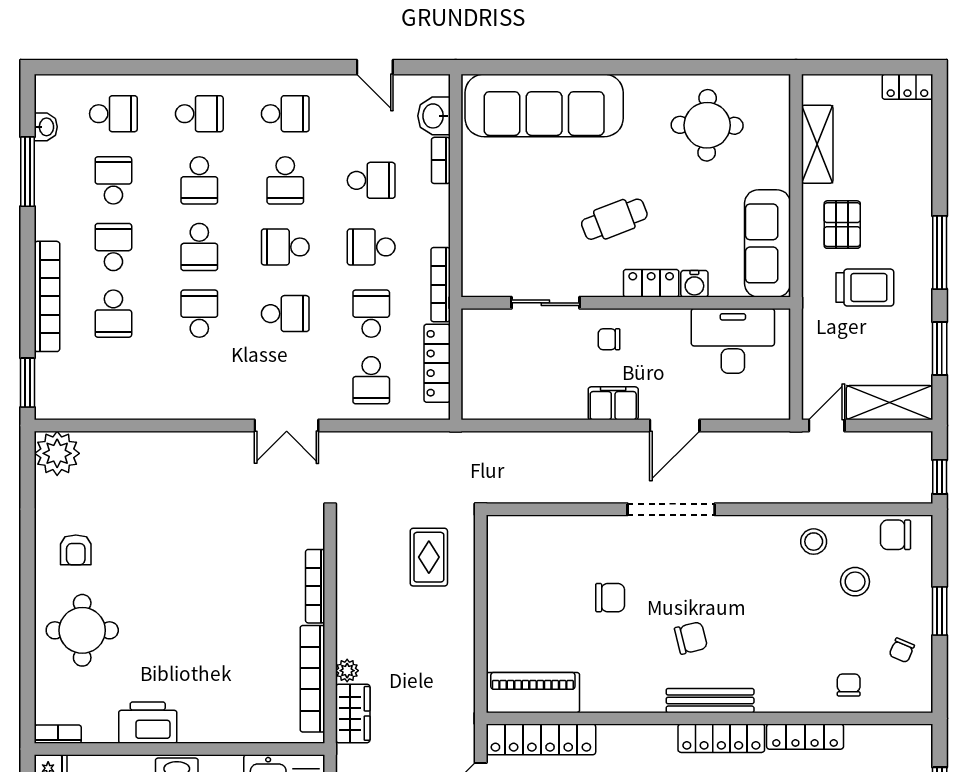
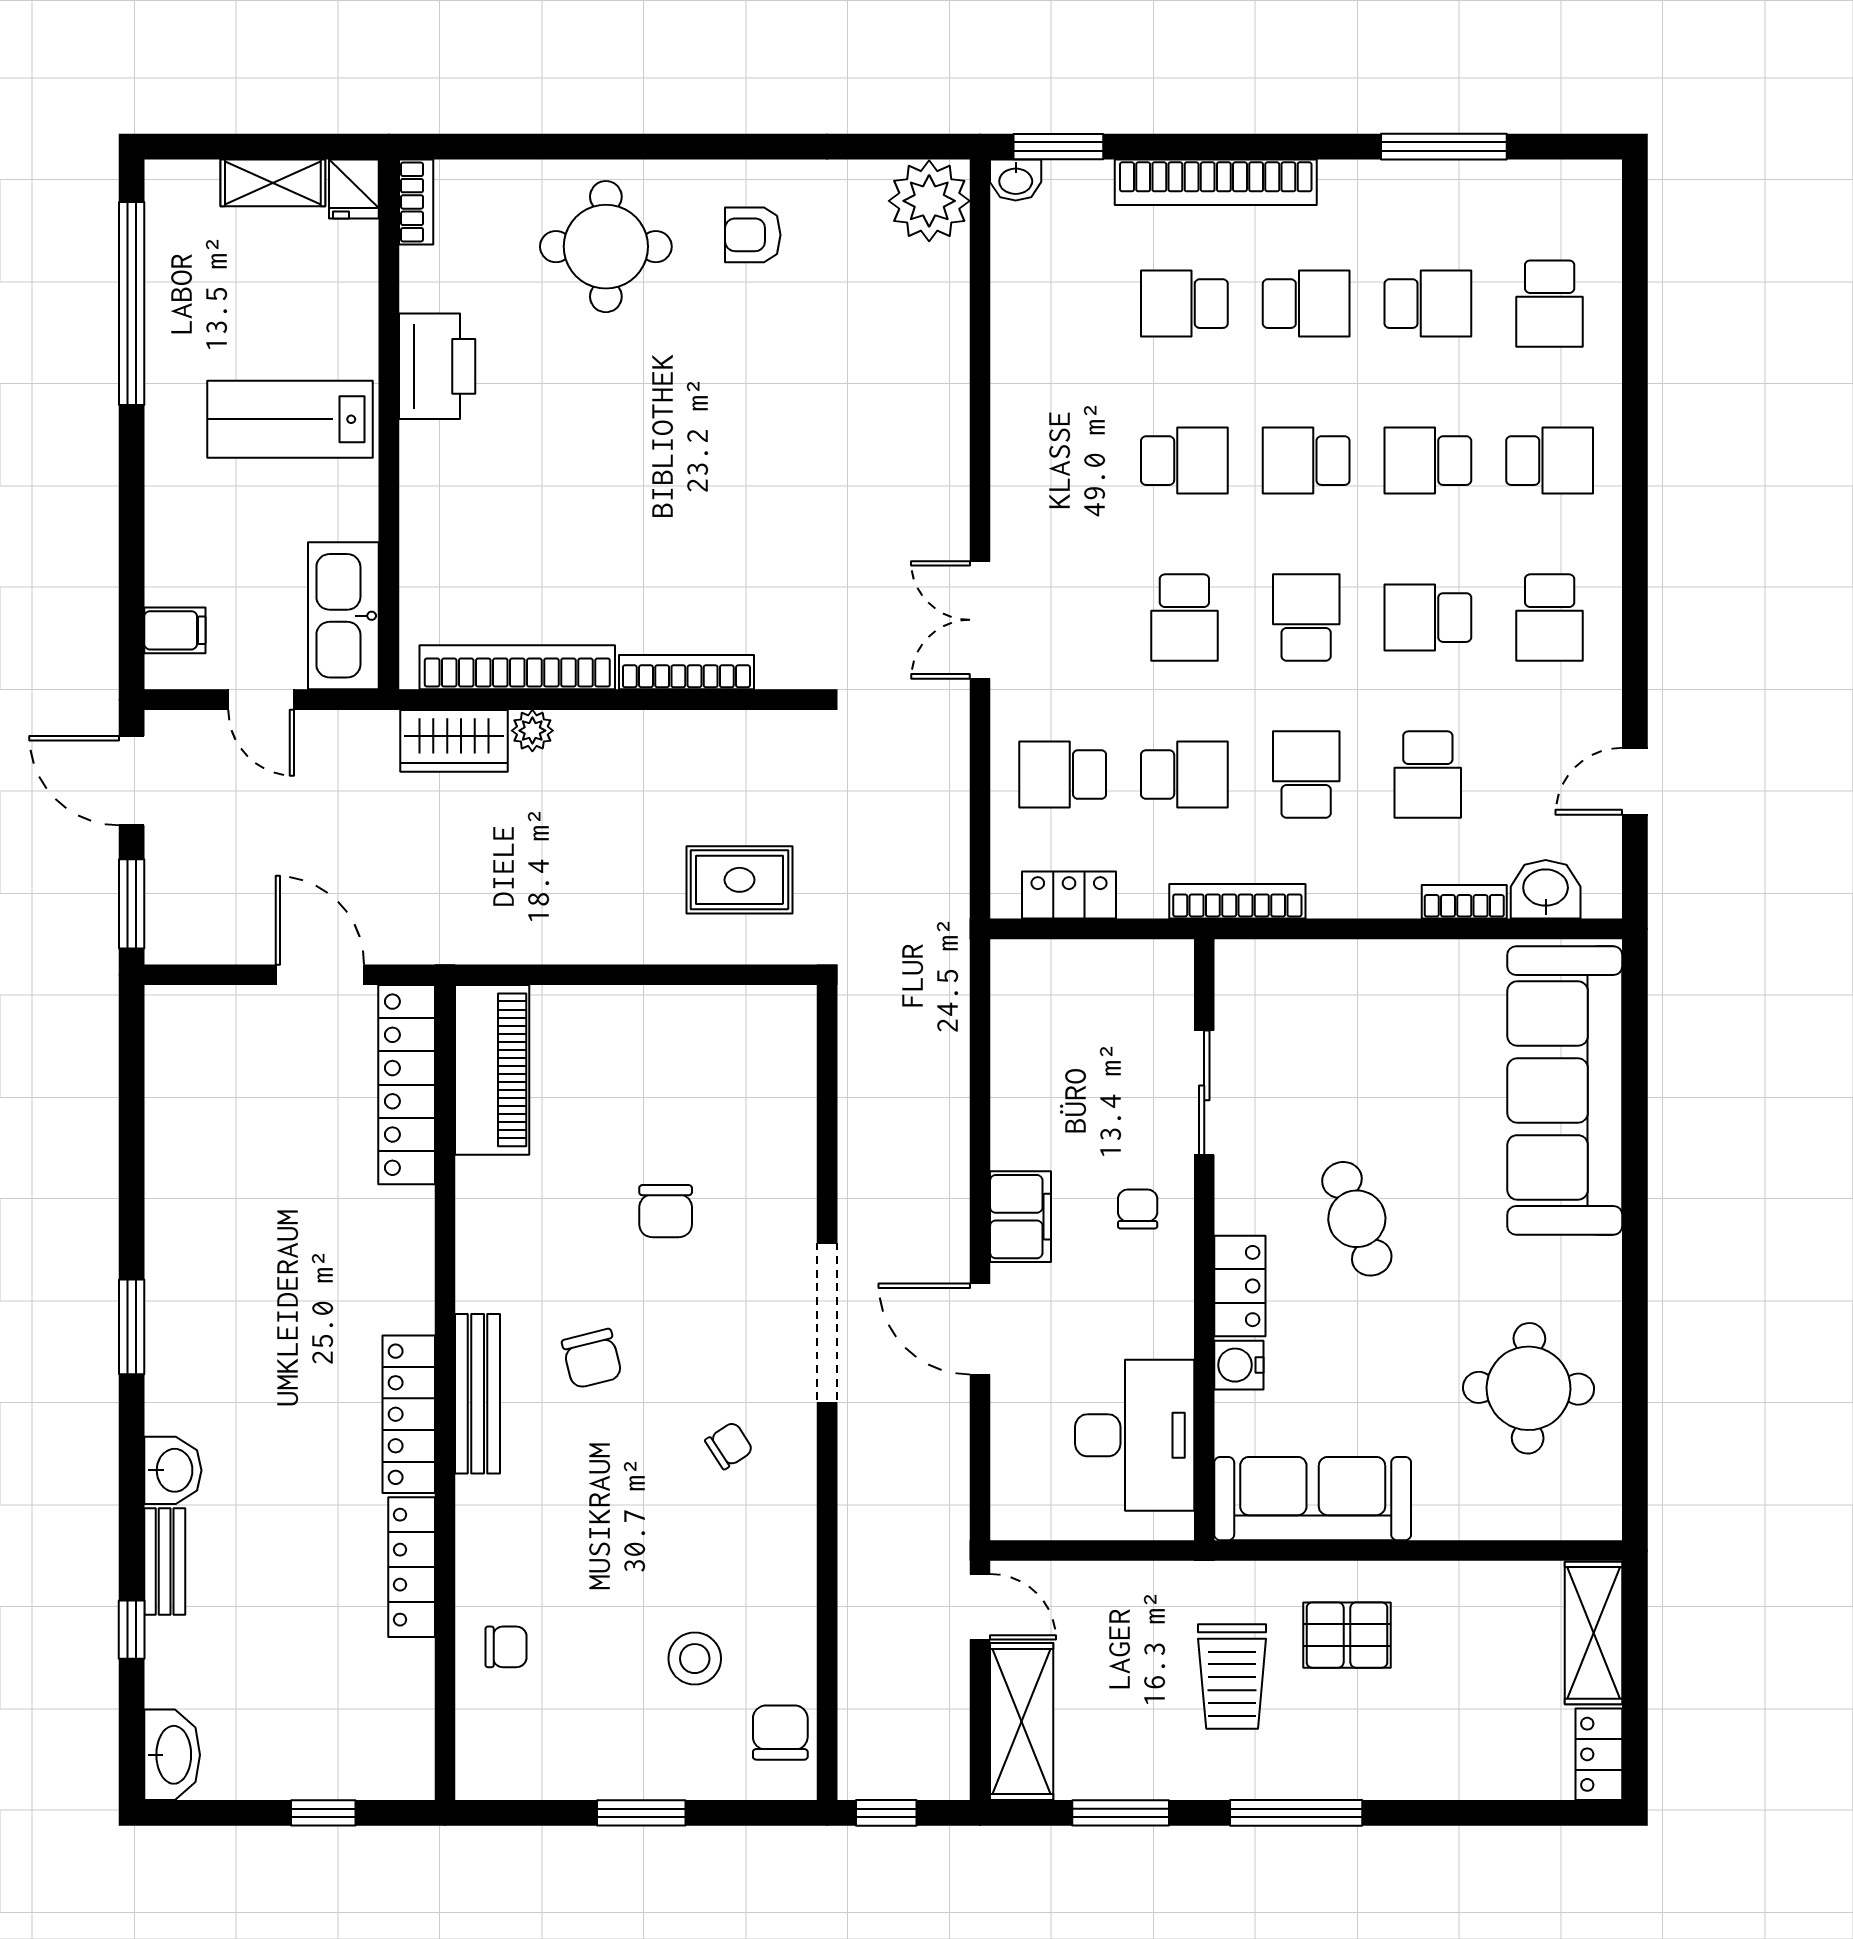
school desk: (199, 114) -> (1550, 461), turned -90
washbasin: (46, 127) -> (1016, 180), moved
shelving: (817, 144) -> (1594, 1633), moved, turned 90
locker: (437, 363) -> (1069, 895), width x0.66
stool: (814, 542) -> (768, 1583), removed
chair: (902, 650) -> (729, 1445), moved, turned 124

